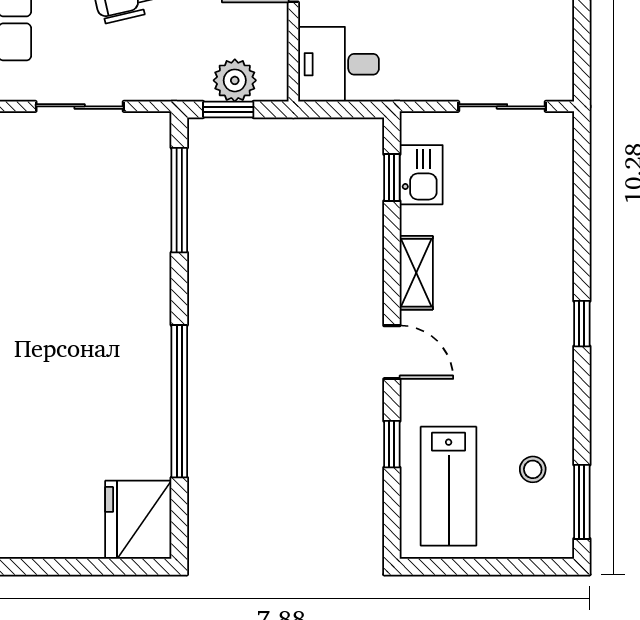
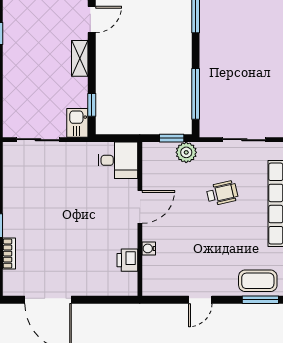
plant: (235, 80) -> (186, 152), moved
kitchen sink: (421, 175) -> (77, 123), moved
door: (392, 352) -> (92, 20), swing flipped

